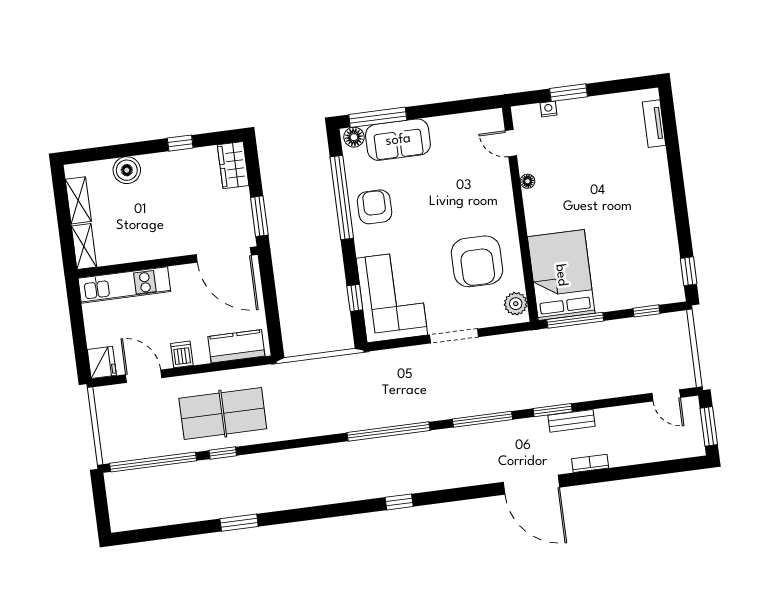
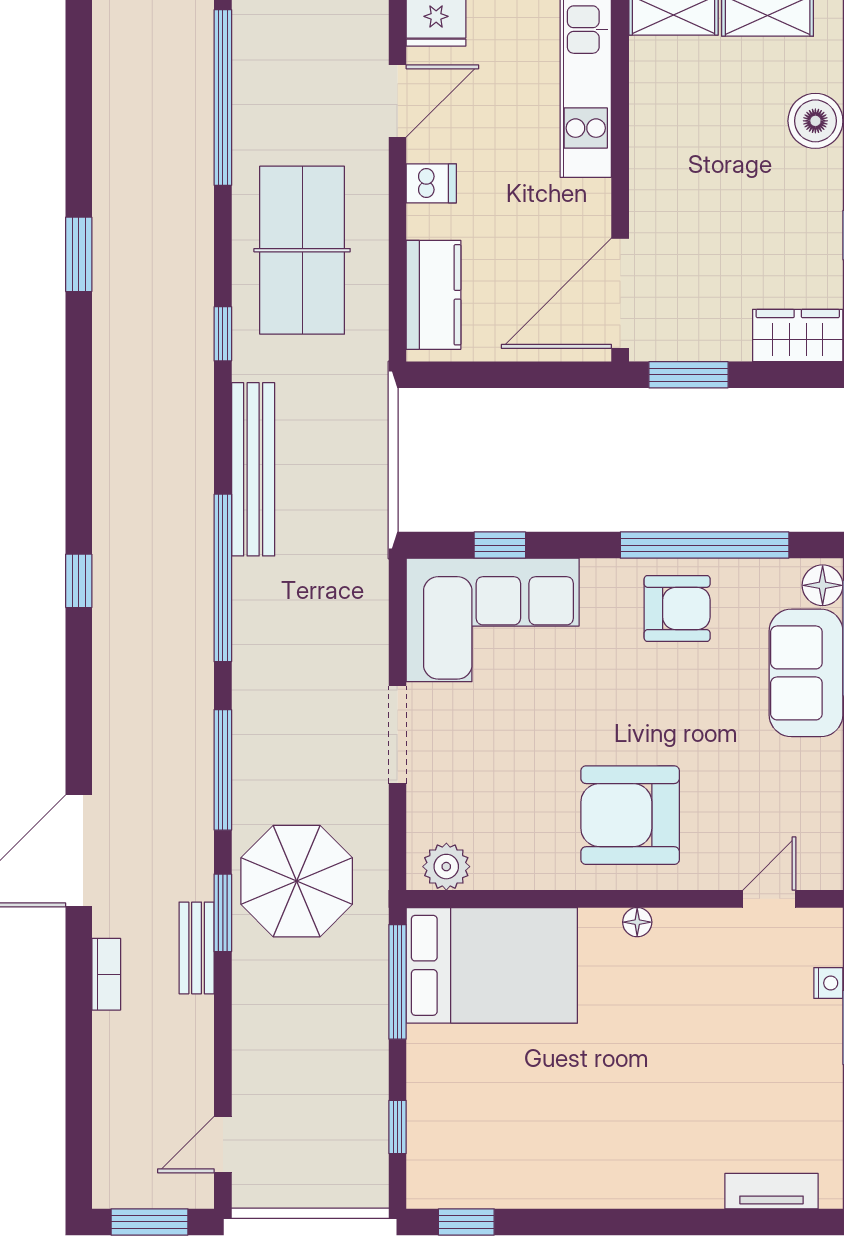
floor lamp: (528, 181) -> (637, 922), moved
armchair: (477, 261) -> (630, 815), moved
parasol: (532, 376) -> (297, 881), added
bench: (333, 424) -> (253, 469), added
window: (223, 453) -> (223, 334), moved

